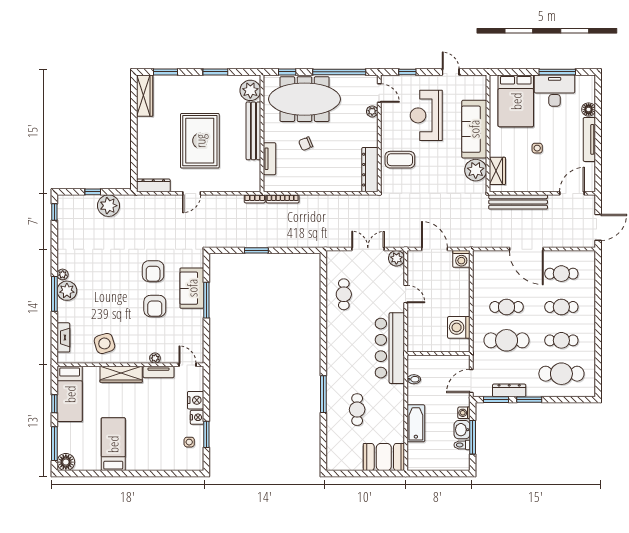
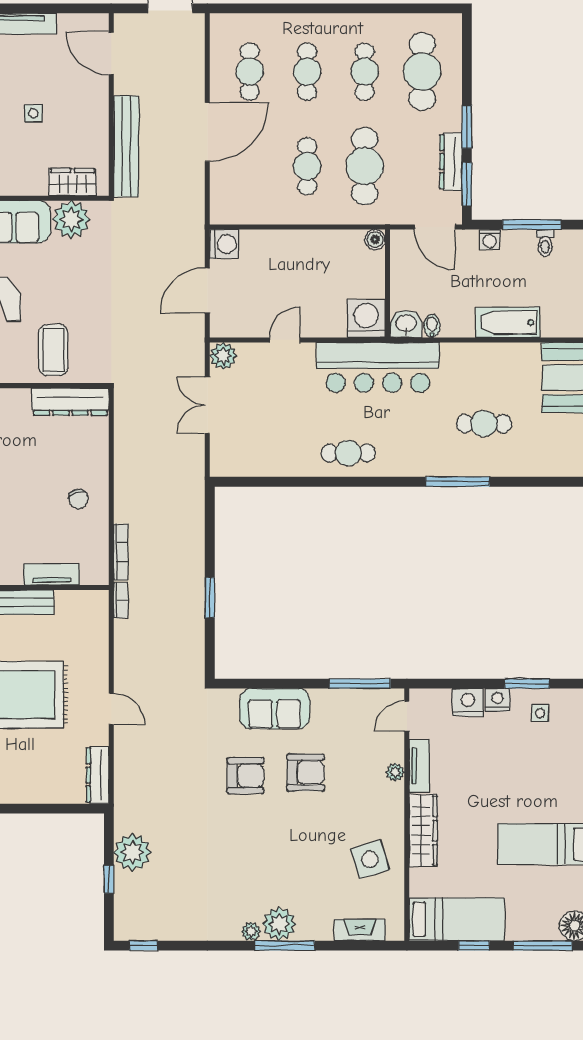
chair: (306, 144) -> (79, 499), moved
cafe table: (344, 294) -> (348, 453), moved
window: (206, 300) -> (360, 684), moved
washing machine: (459, 327) -> (366, 319), moved, turned 180
boiler: (464, 346) -> (375, 240), added
washbasin: (462, 430) -> (406, 324), moved, turned 180

